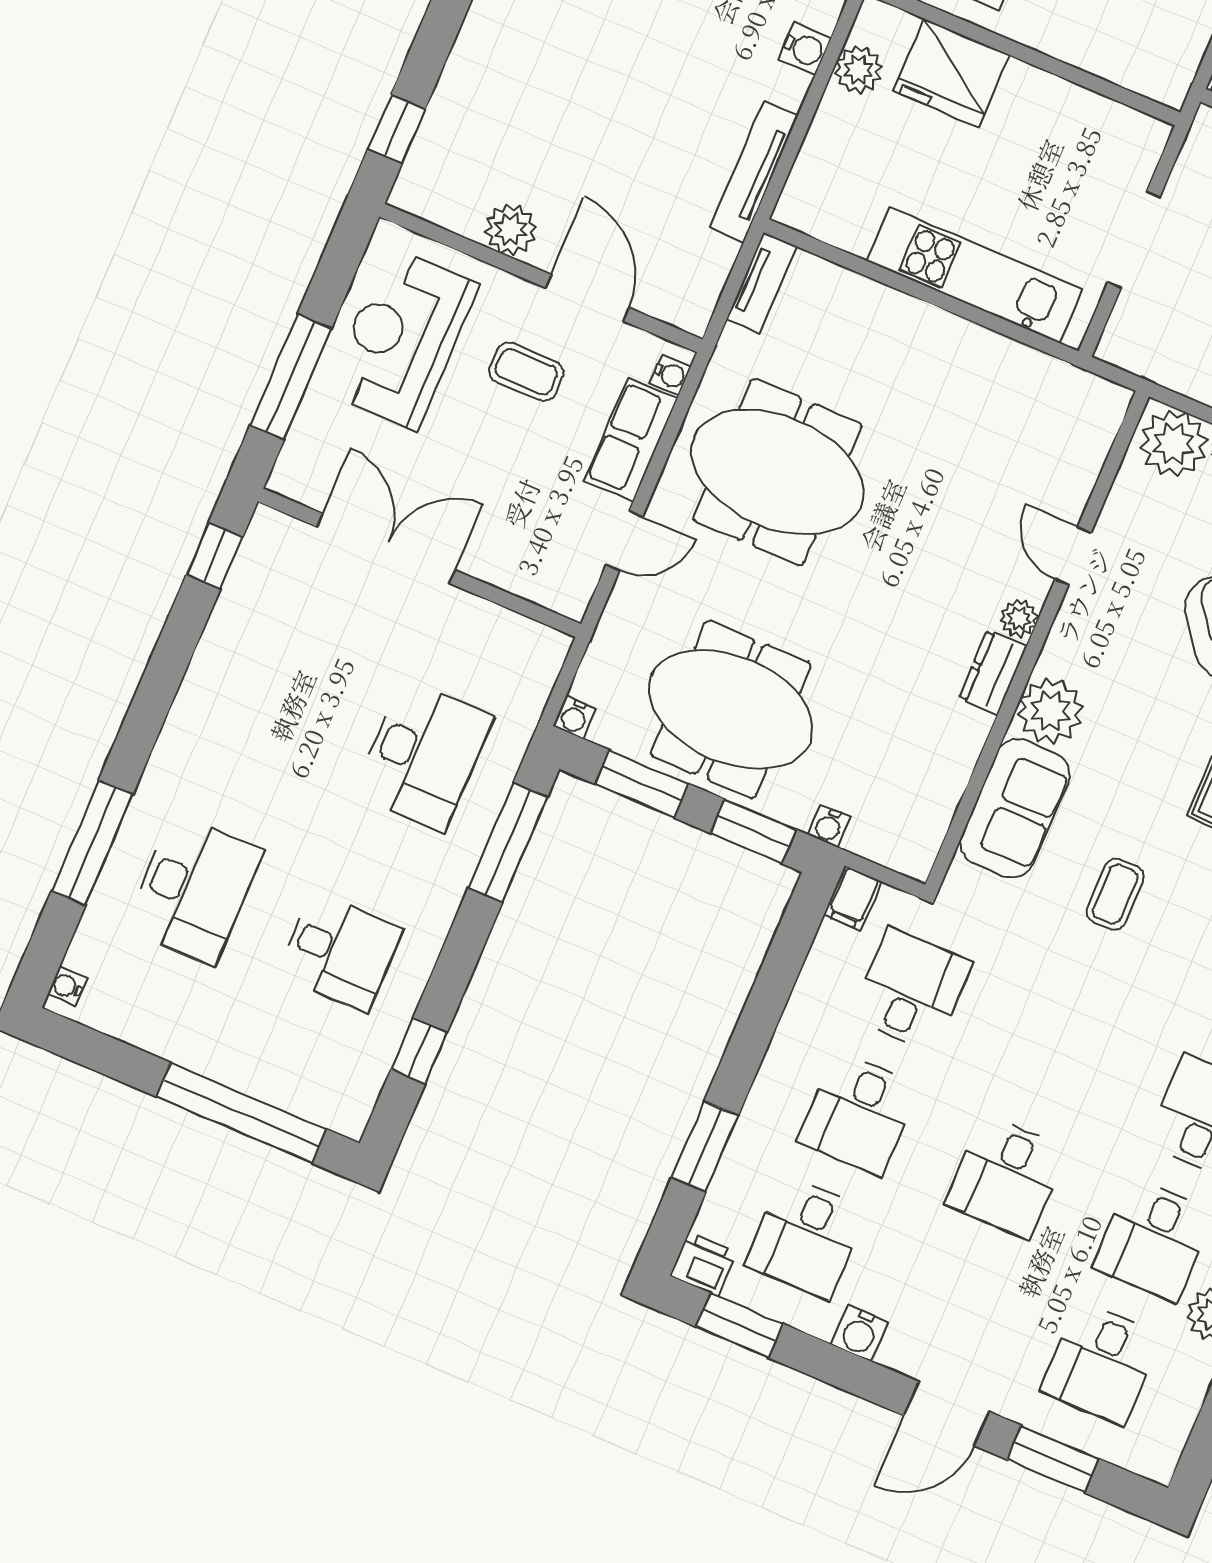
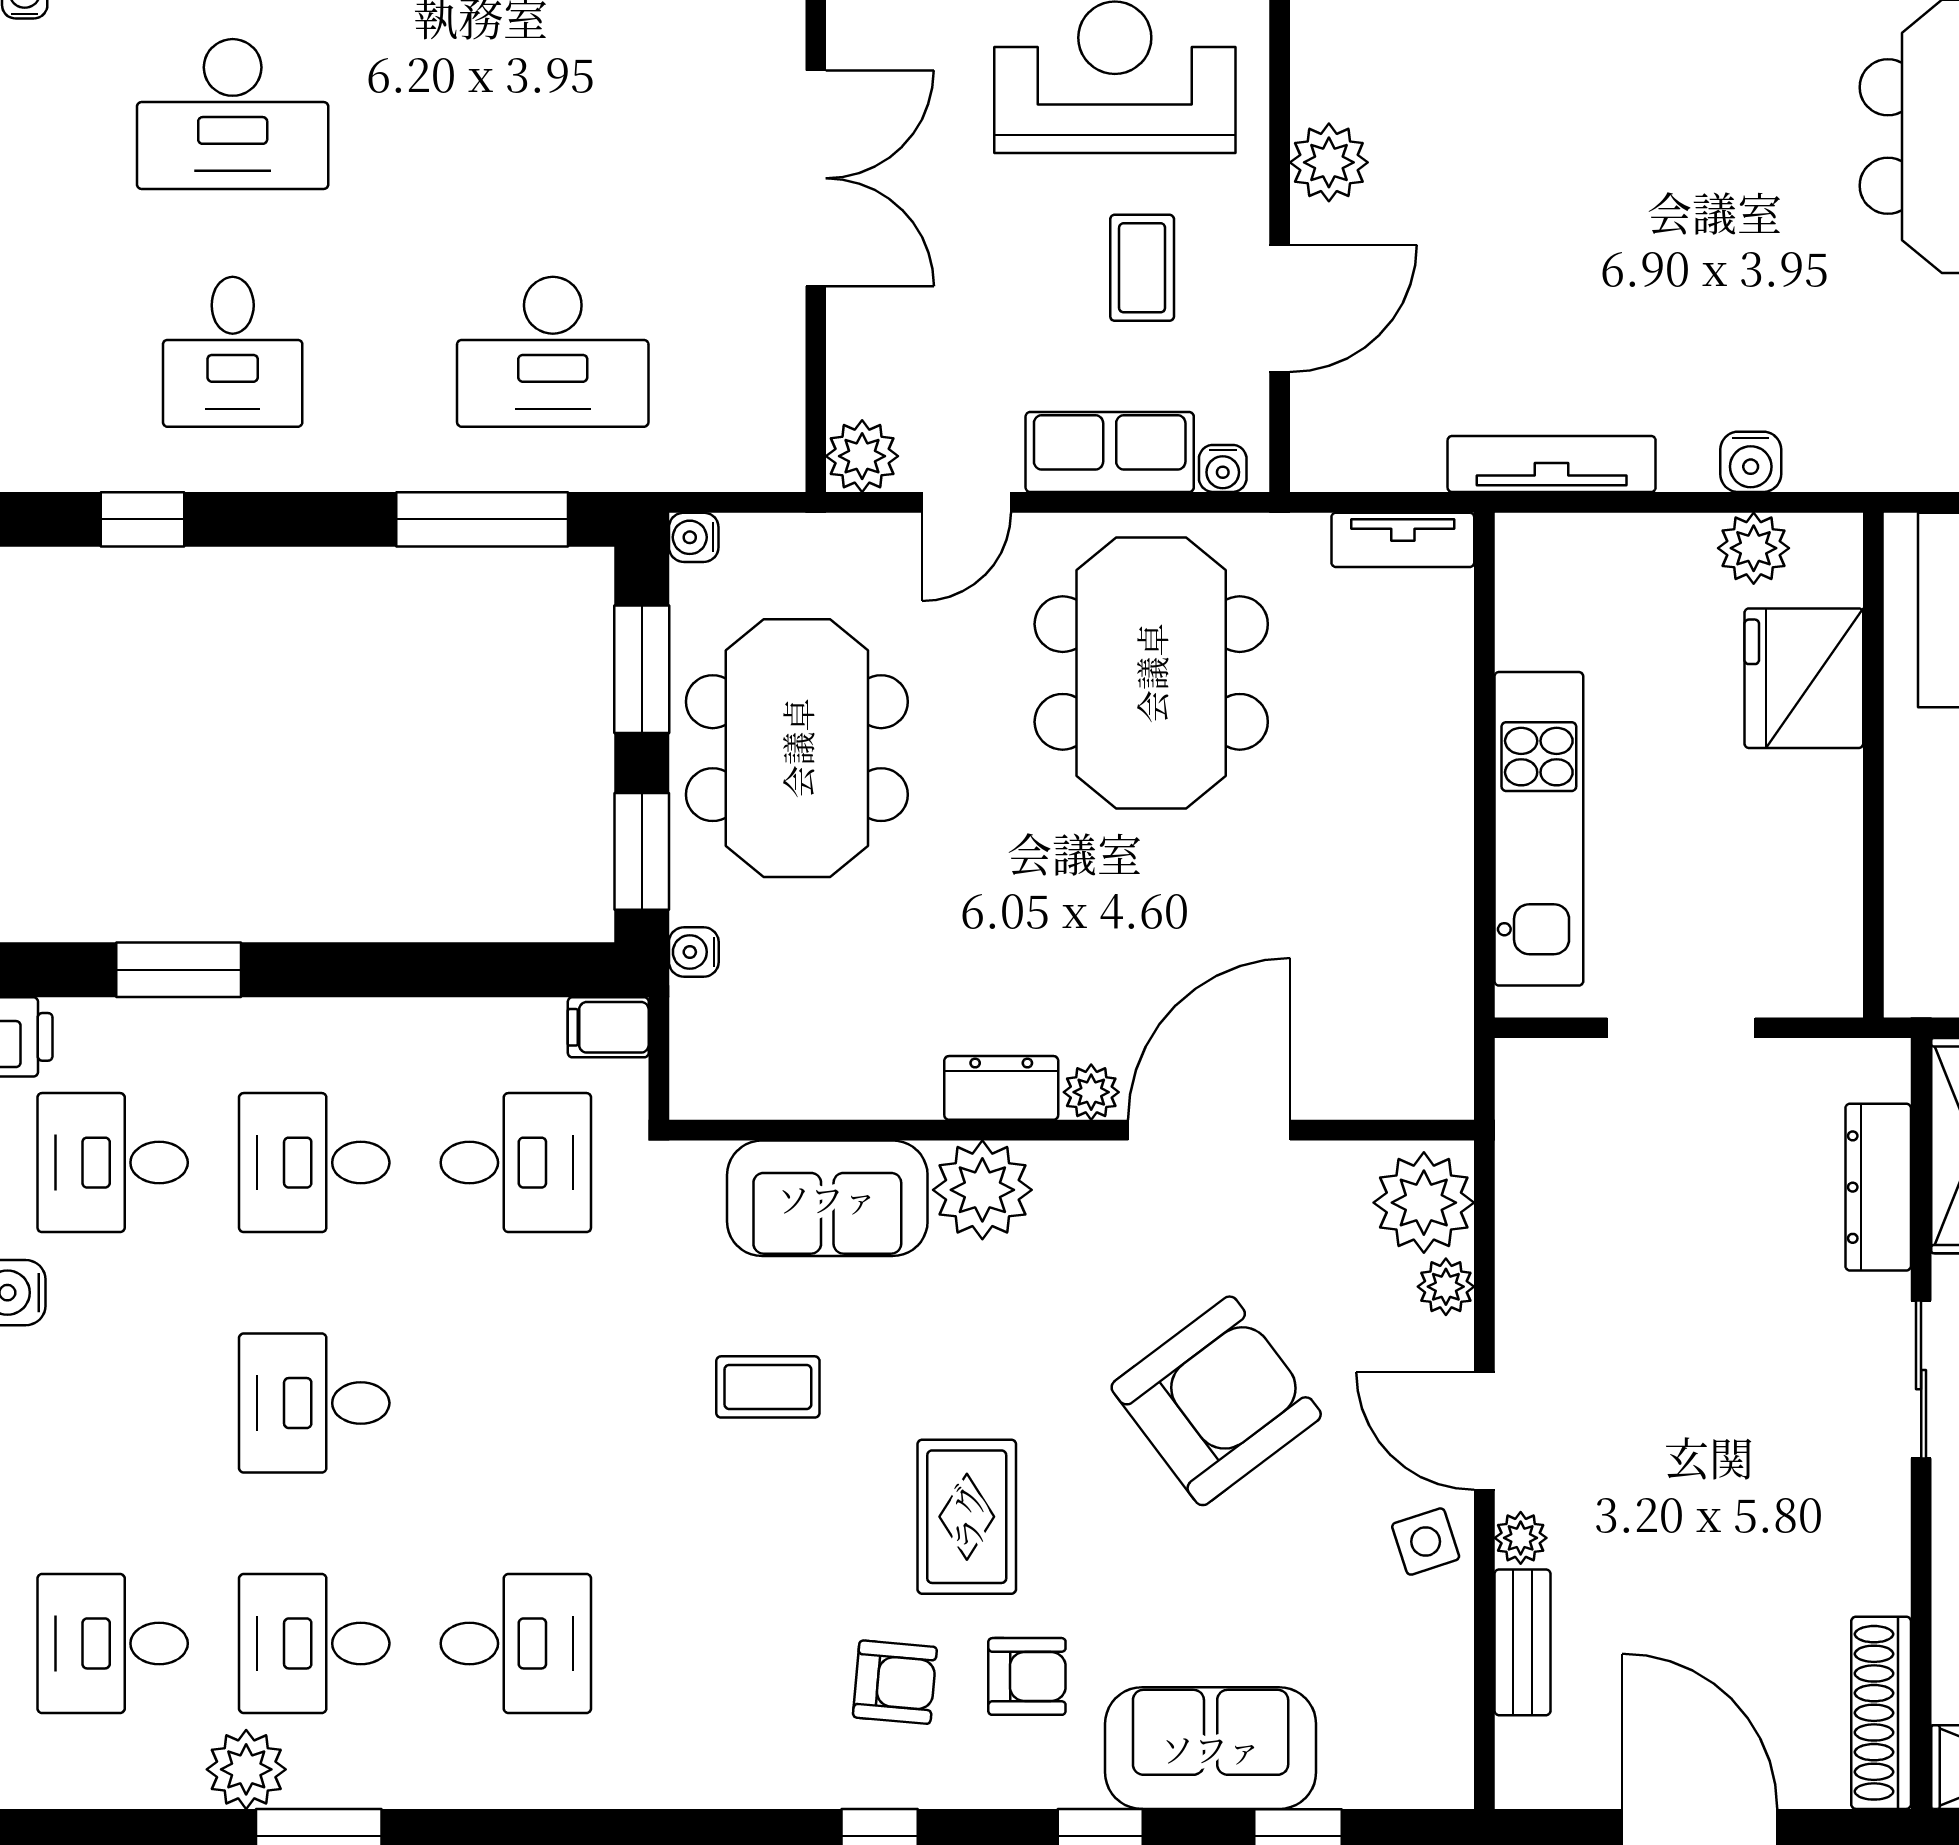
door: (624, 541) -> (966, 502), hinge flipped
door: (1073, 556) -> (1209, 1130), width x1.87
plant: (568, 593) -> (862, 456), added

